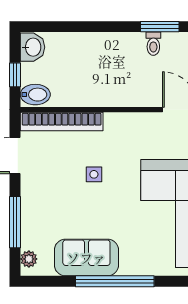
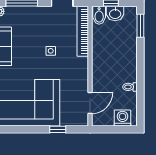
window: (160, 27) -> (140, 26), moved
washbasin: (32, 47) -> (115, 14), moved

